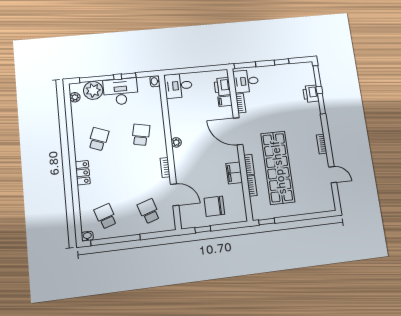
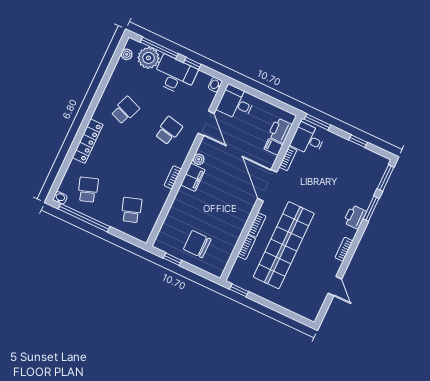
printer: (311, 94) -> (355, 217), moved
locker: (83, 173) -> (88, 141), width x1.53
filing cabinet: (234, 173) -> (193, 177), moved, turned 180
door: (175, 195) -> (206, 123), moved

